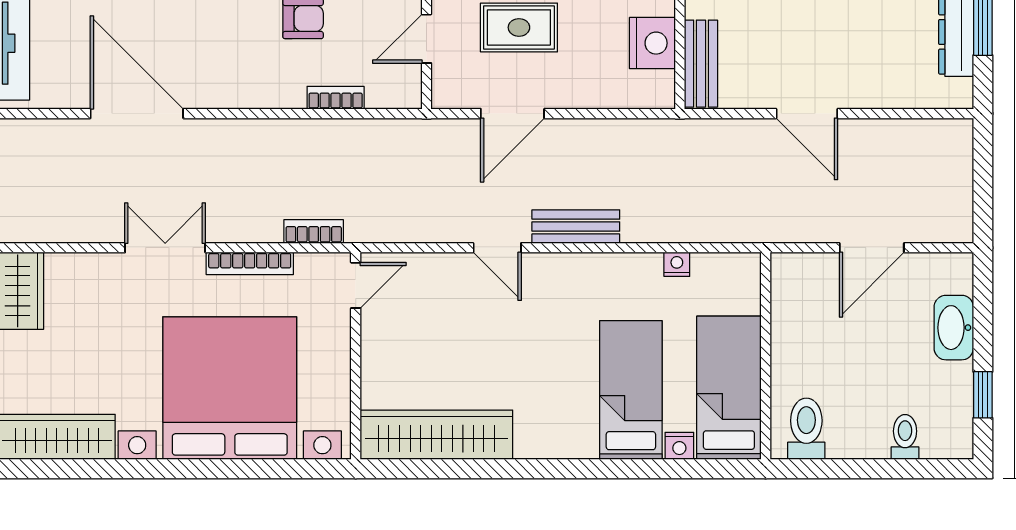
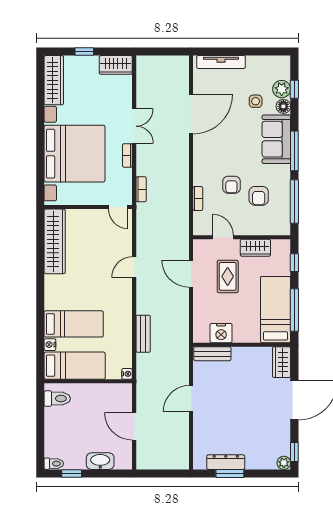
bench: (576, 227) -> (143, 334), moved
bookcase: (250, 263) -> (127, 155), width x0.64
nightstand: (677, 264) -> (127, 374), moved
toilet: (905, 437) -> (54, 464), moved

